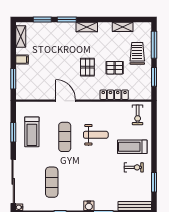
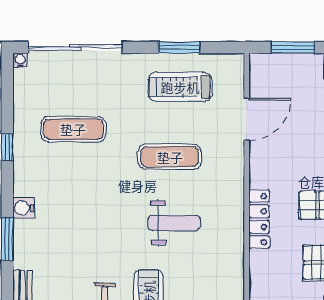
locker: (114, 95) -> (259, 219), moved
door: (66, 101) -> (247, 119), moved
weight bench: (96, 135) -> (174, 223), turned -90

